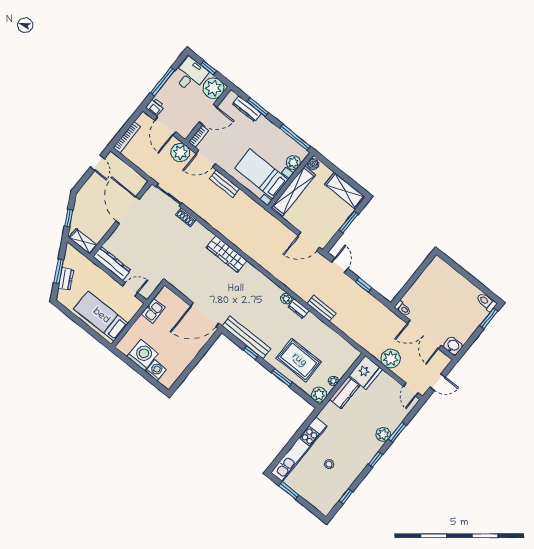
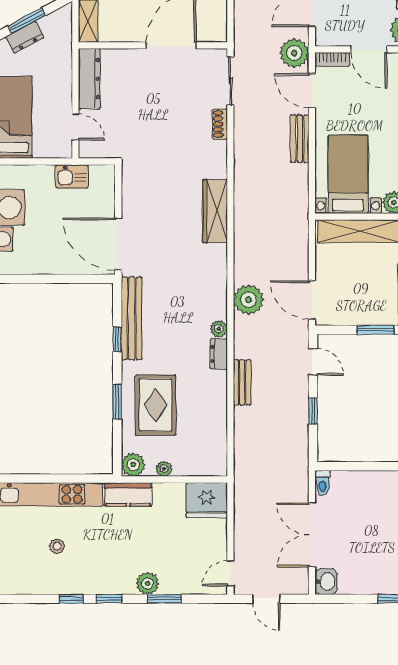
door: (340, 265) -> (313, 362), hinge flipped
plant: (391, 359) -> (249, 300), moved
kitchen counter: (345, 393) -> (128, 494), moved
window: (346, 496) -> (71, 599), moved

